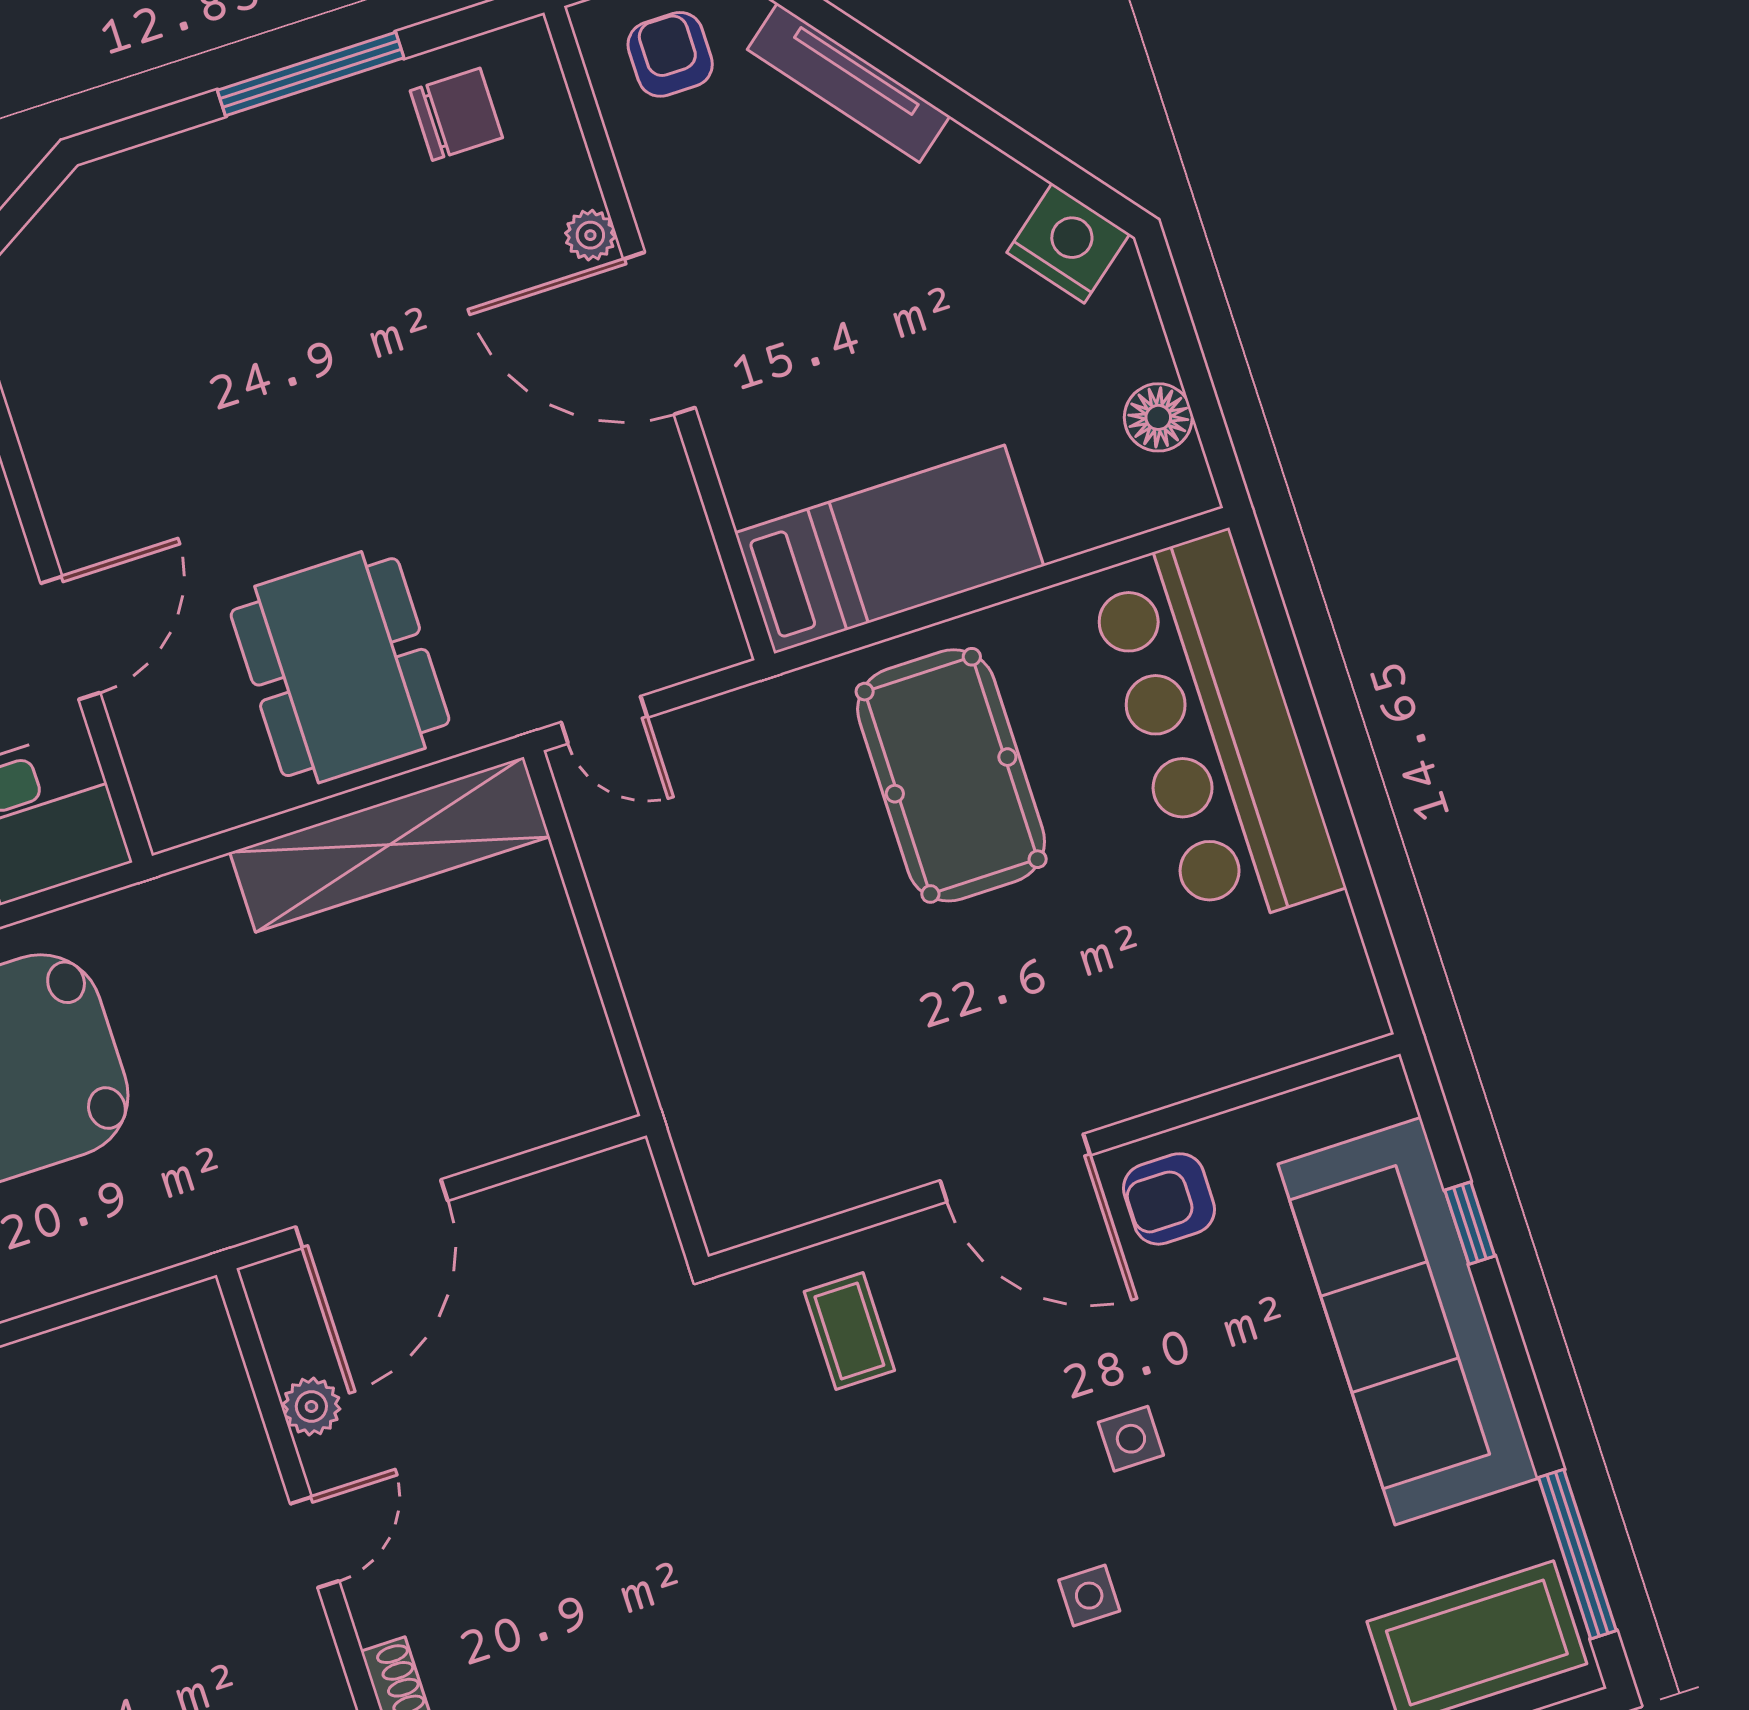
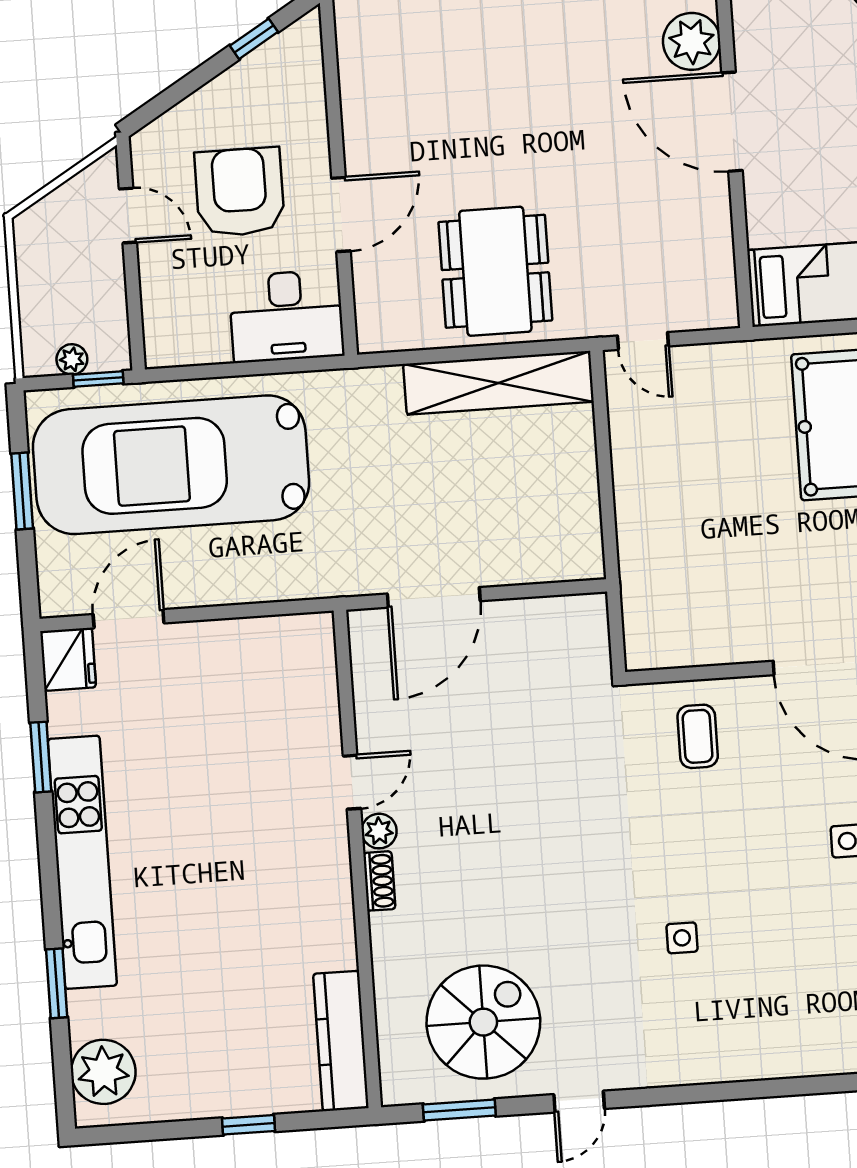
plant: (590, 235) -> (692, 41), width x1.88, depth x1.88
plant: (311, 1406) -> (379, 831), moved
side table: (1089, 1596) -> (682, 938), moved

